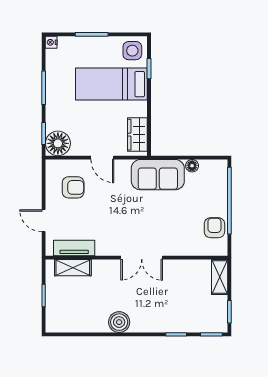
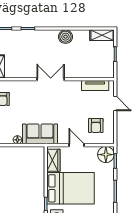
bed: (111, 84) -> (71, 188), width x1.50
armchair: (73, 187) -> (96, 125), turned -90
shelving: (73, 268) -> (102, 35), moved

